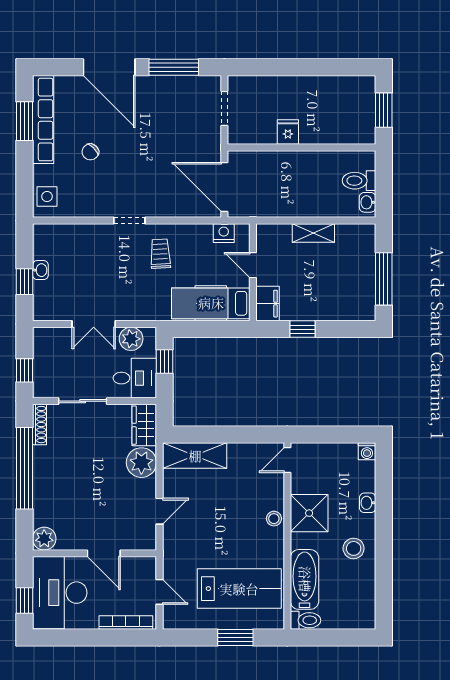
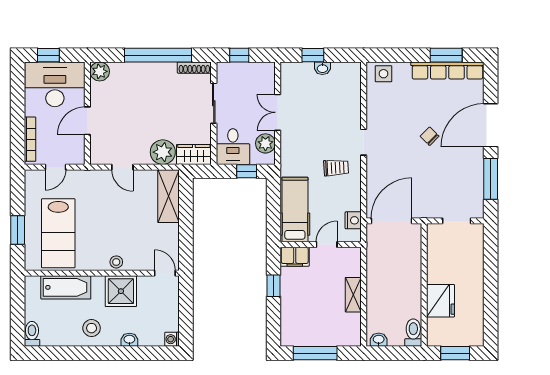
fridge: (288, 132) -> (441, 301), moved, width x1.88, depth x1.34
chair: (90, 152) -> (430, 136), moved
toilet: (359, 181) -> (413, 333), moved
toilet: (305, 620) -> (32, 334), moved, turned 180

